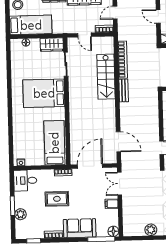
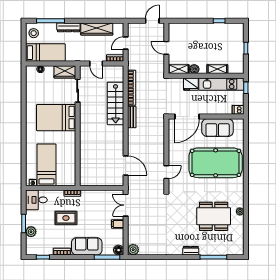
bed: (54, 143) -> (47, 165), moved
door: (90, 166) -> (98, 188), removed
plant: (151, 230) -> (133, 250), moved

